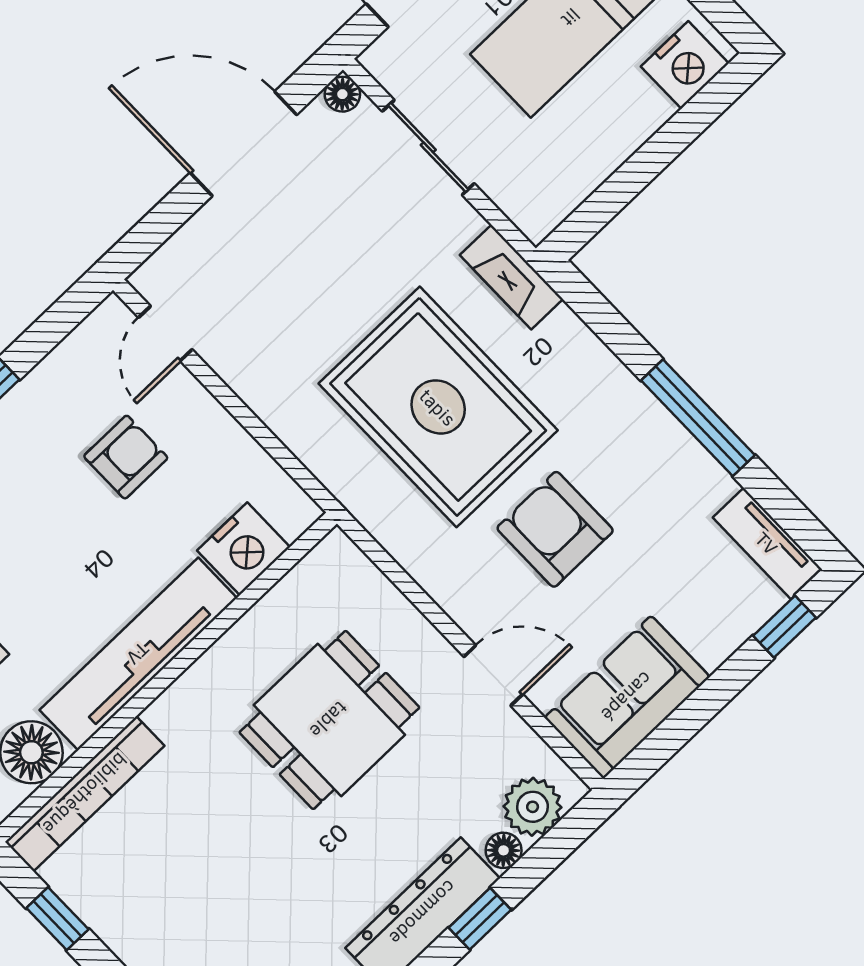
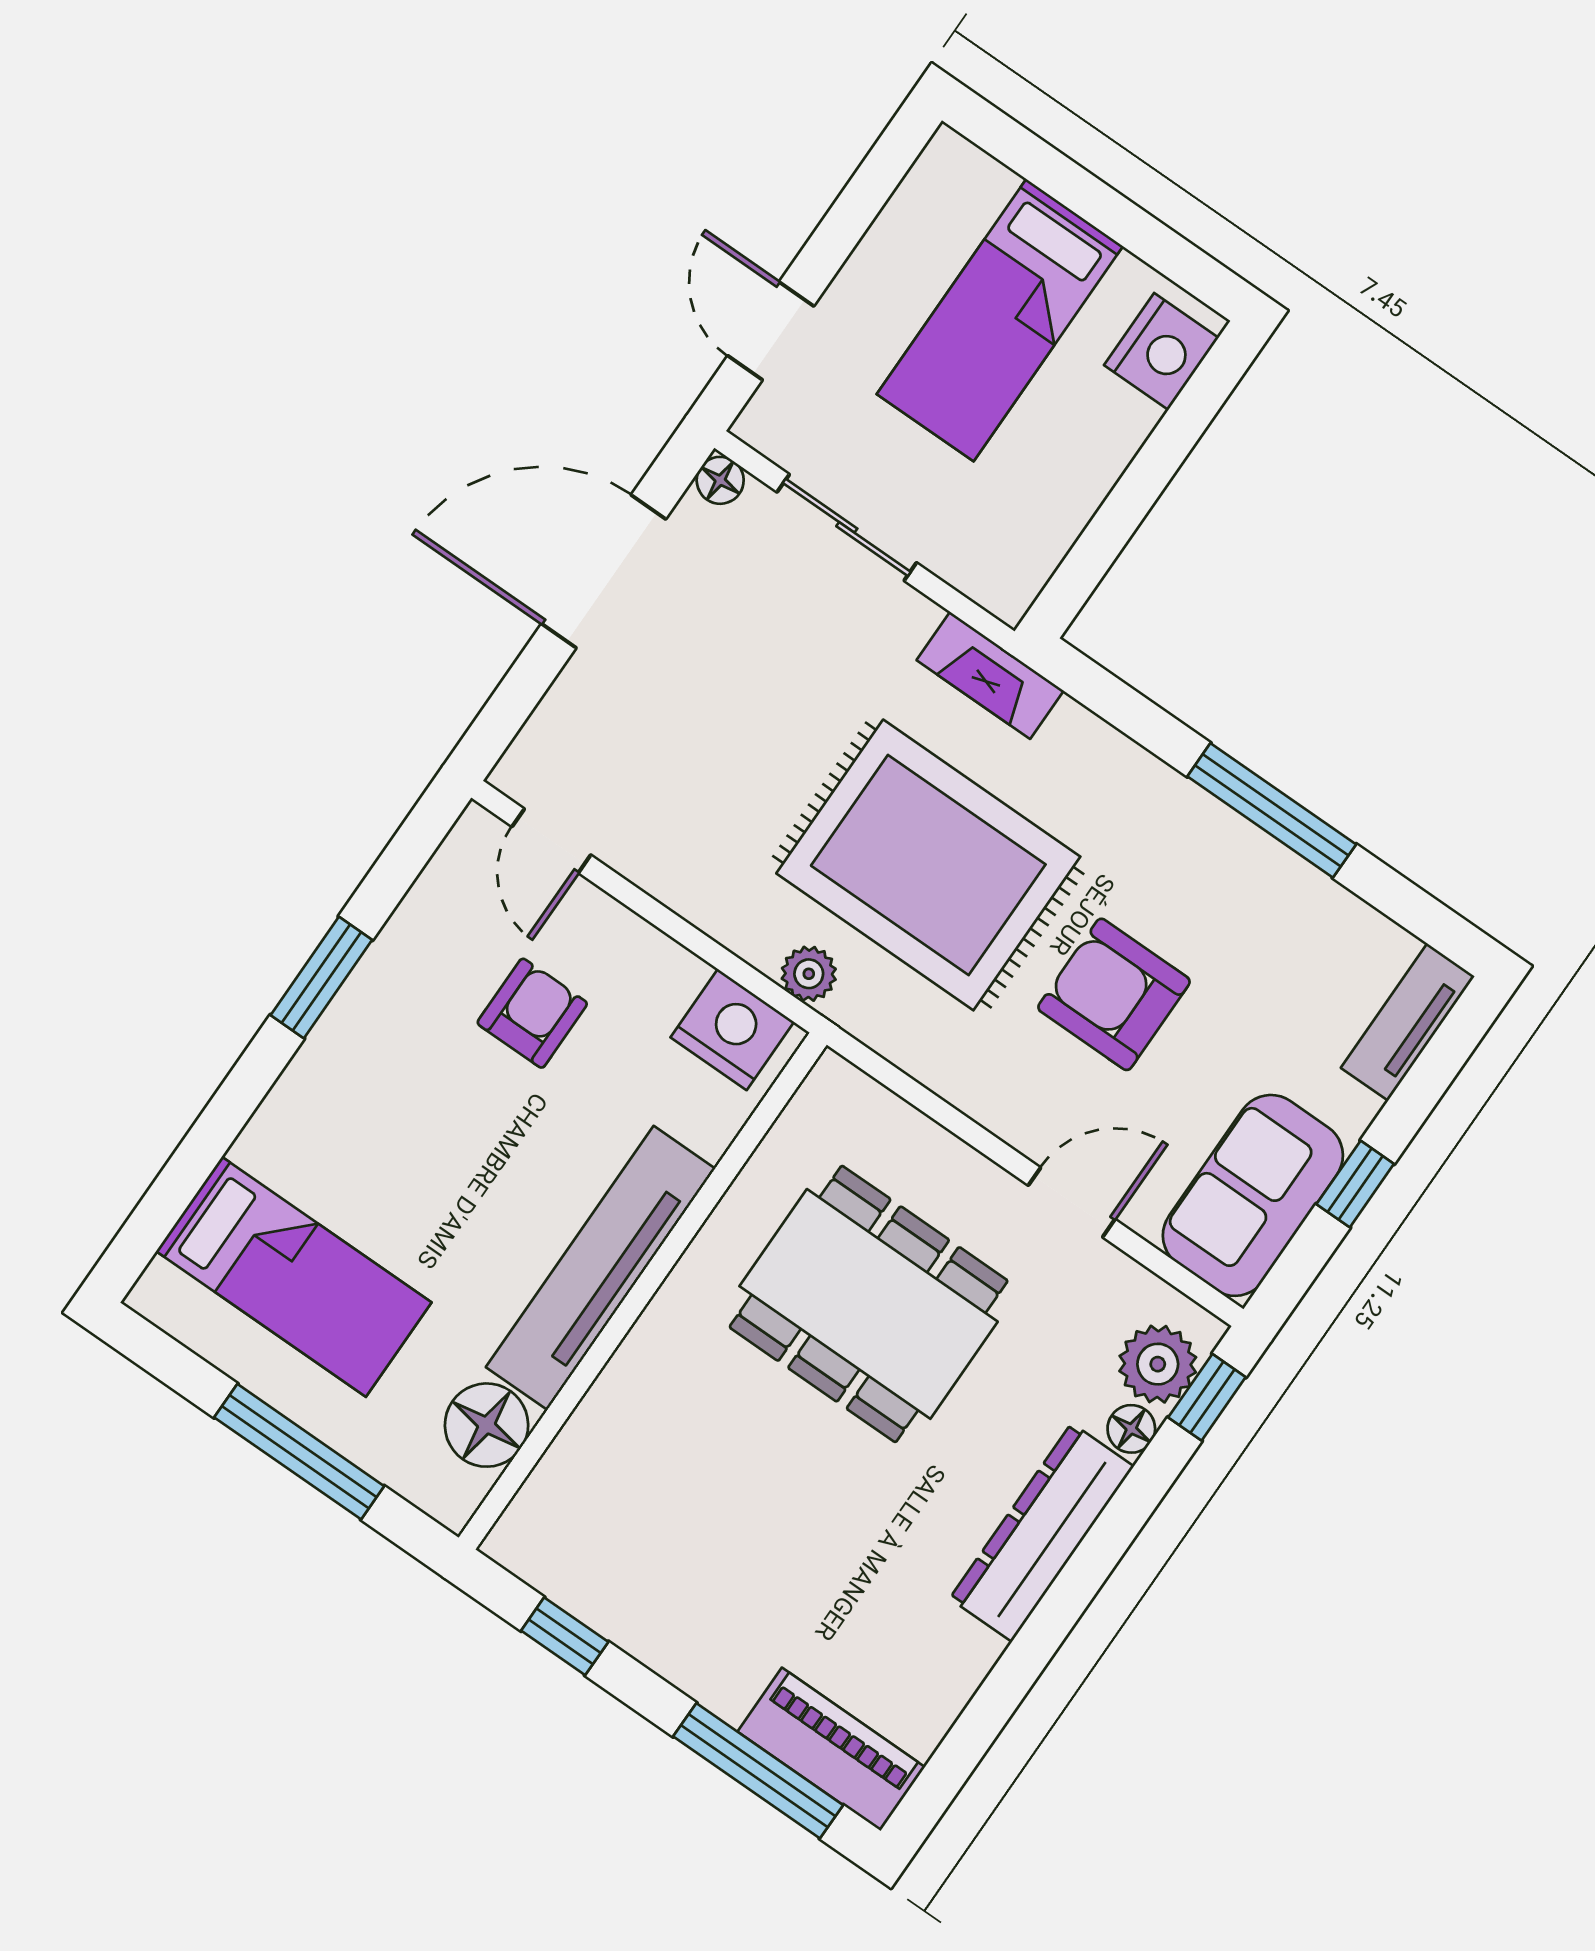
plant: (334, 469) -> (809, 974), added
tv unit: (767, 543) -> (1408, 1022), moved, turned 90
nightstand: (244, 549) -> (732, 1030), moved, turned -90
window: (785, 627) -> (1355, 1184), moved
dining table: (329, 720) -> (869, 1304), width x1.38
bookcase: (85, 794) -> (567, 1465), removed
window: (480, 919) -> (1207, 1397), moved

